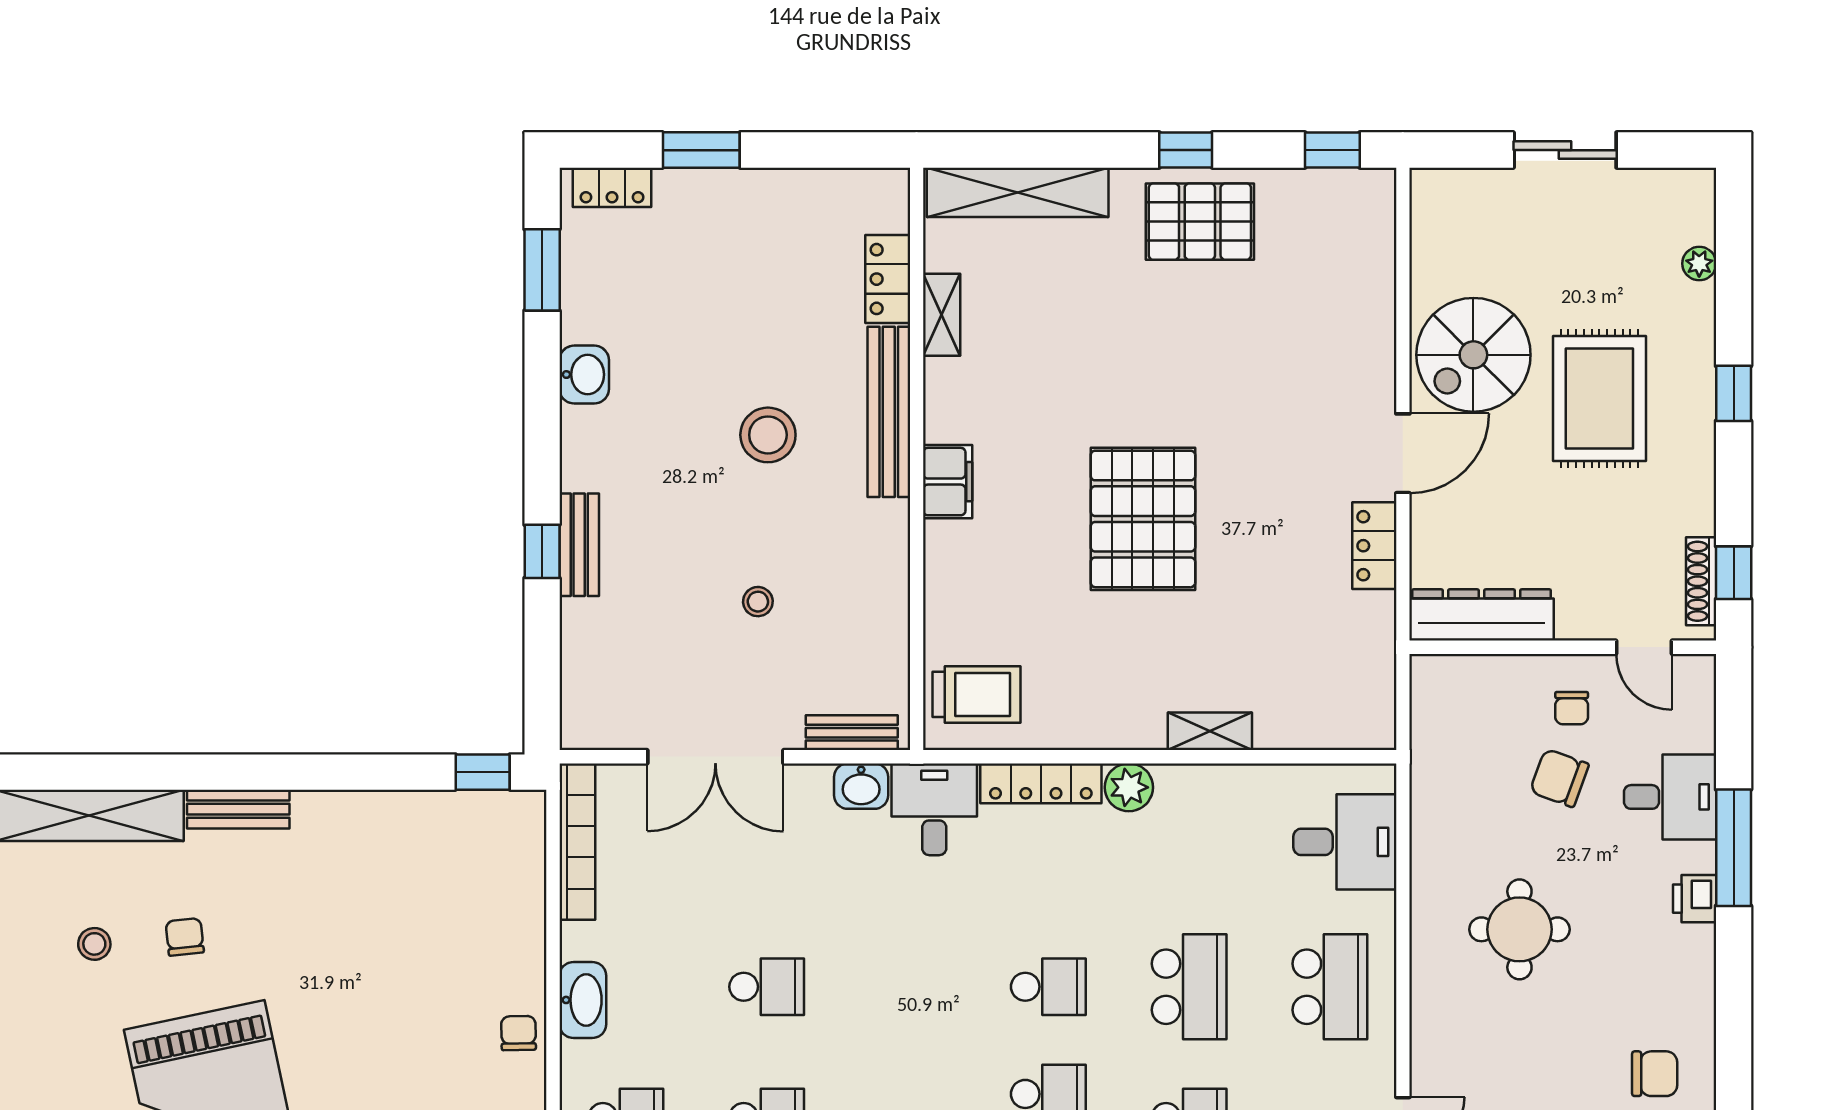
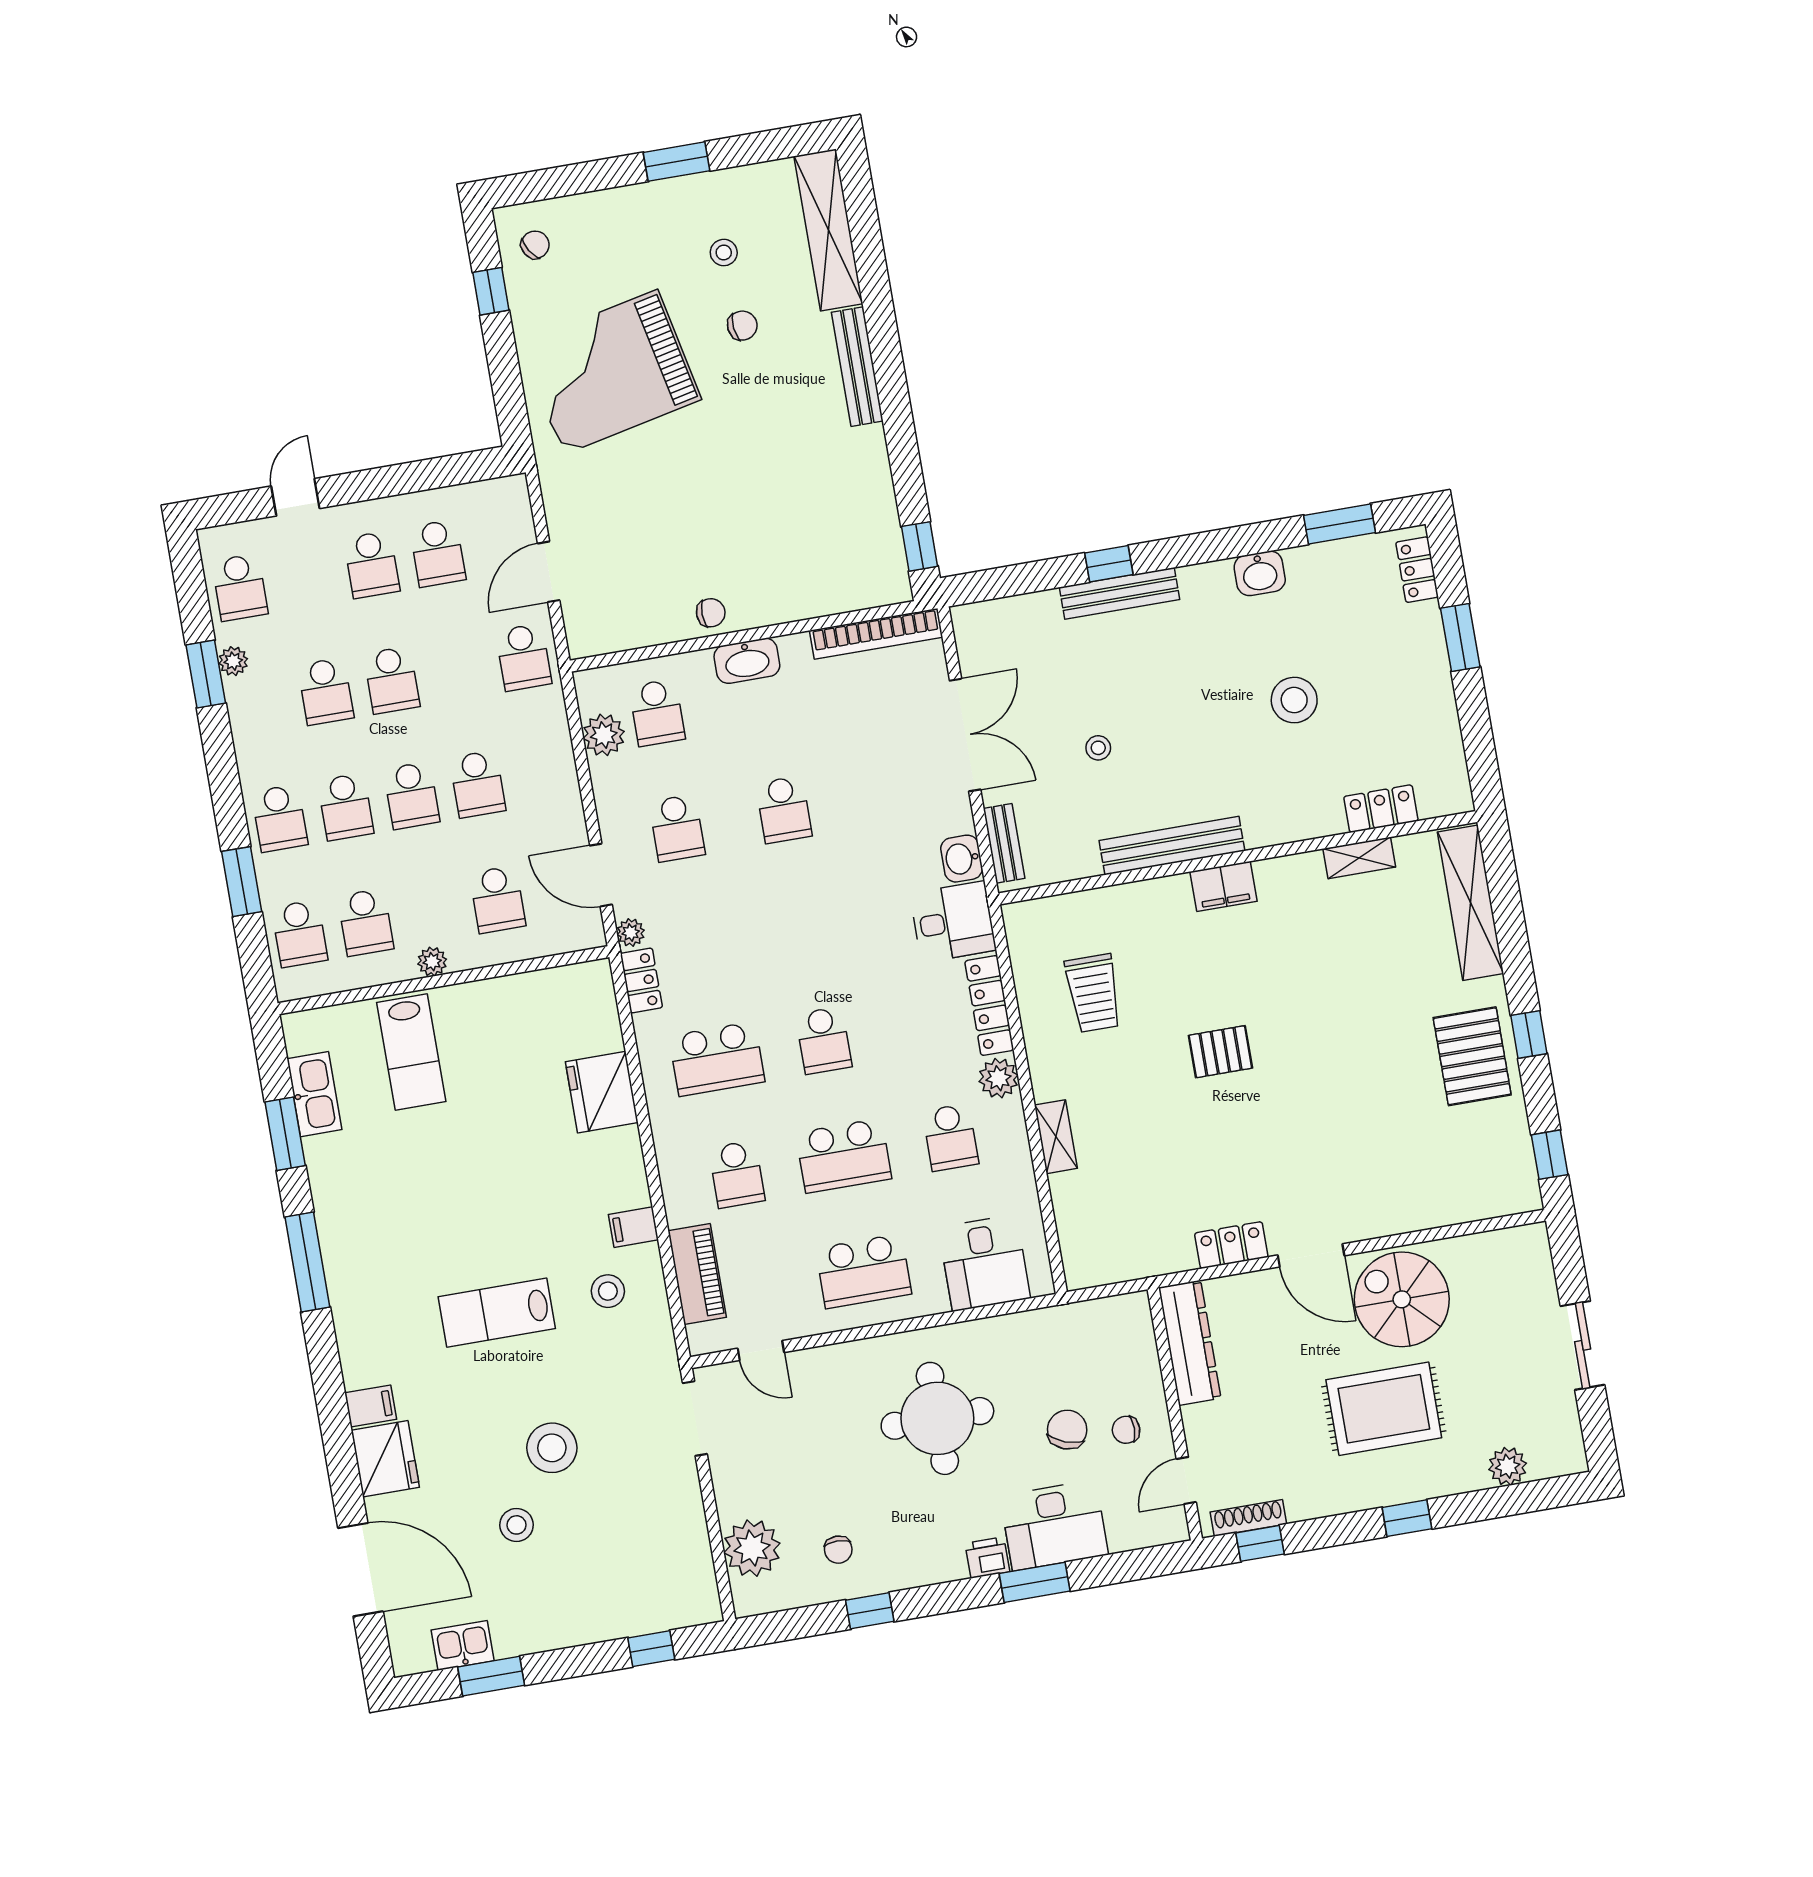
plant: (1699, 264) -> (1508, 1466), width x1.38, depth x1.38
bench: (889, 412) -> (1172, 846), moved
stool: (768, 435) -> (1294, 700), moved
pallet: (1143, 519) -> (1220, 1052), width x0.49, depth x0.50
bench: (579, 545) -> (1119, 593), width x1.36
trolley: (976, 694) -> (1093, 993), moved
double door: (715, 757) -> (965, 735), swing flipped
desk: (1670, 797) -> (1054, 1525), width x1.37
bench: (238, 809) -> (857, 367), width x1.36
window: (1734, 848) -> (1035, 1582), width x0.69
school desk: (1189, 856) -> (950, 1137), added
round table: (1519, 929) -> (937, 1418), width x1.36, depth x1.36
window: (1734, 1049) -> (870, 1611), added
chair: (1655, 1074) -> (838, 1550), width x0.73, depth x0.73

